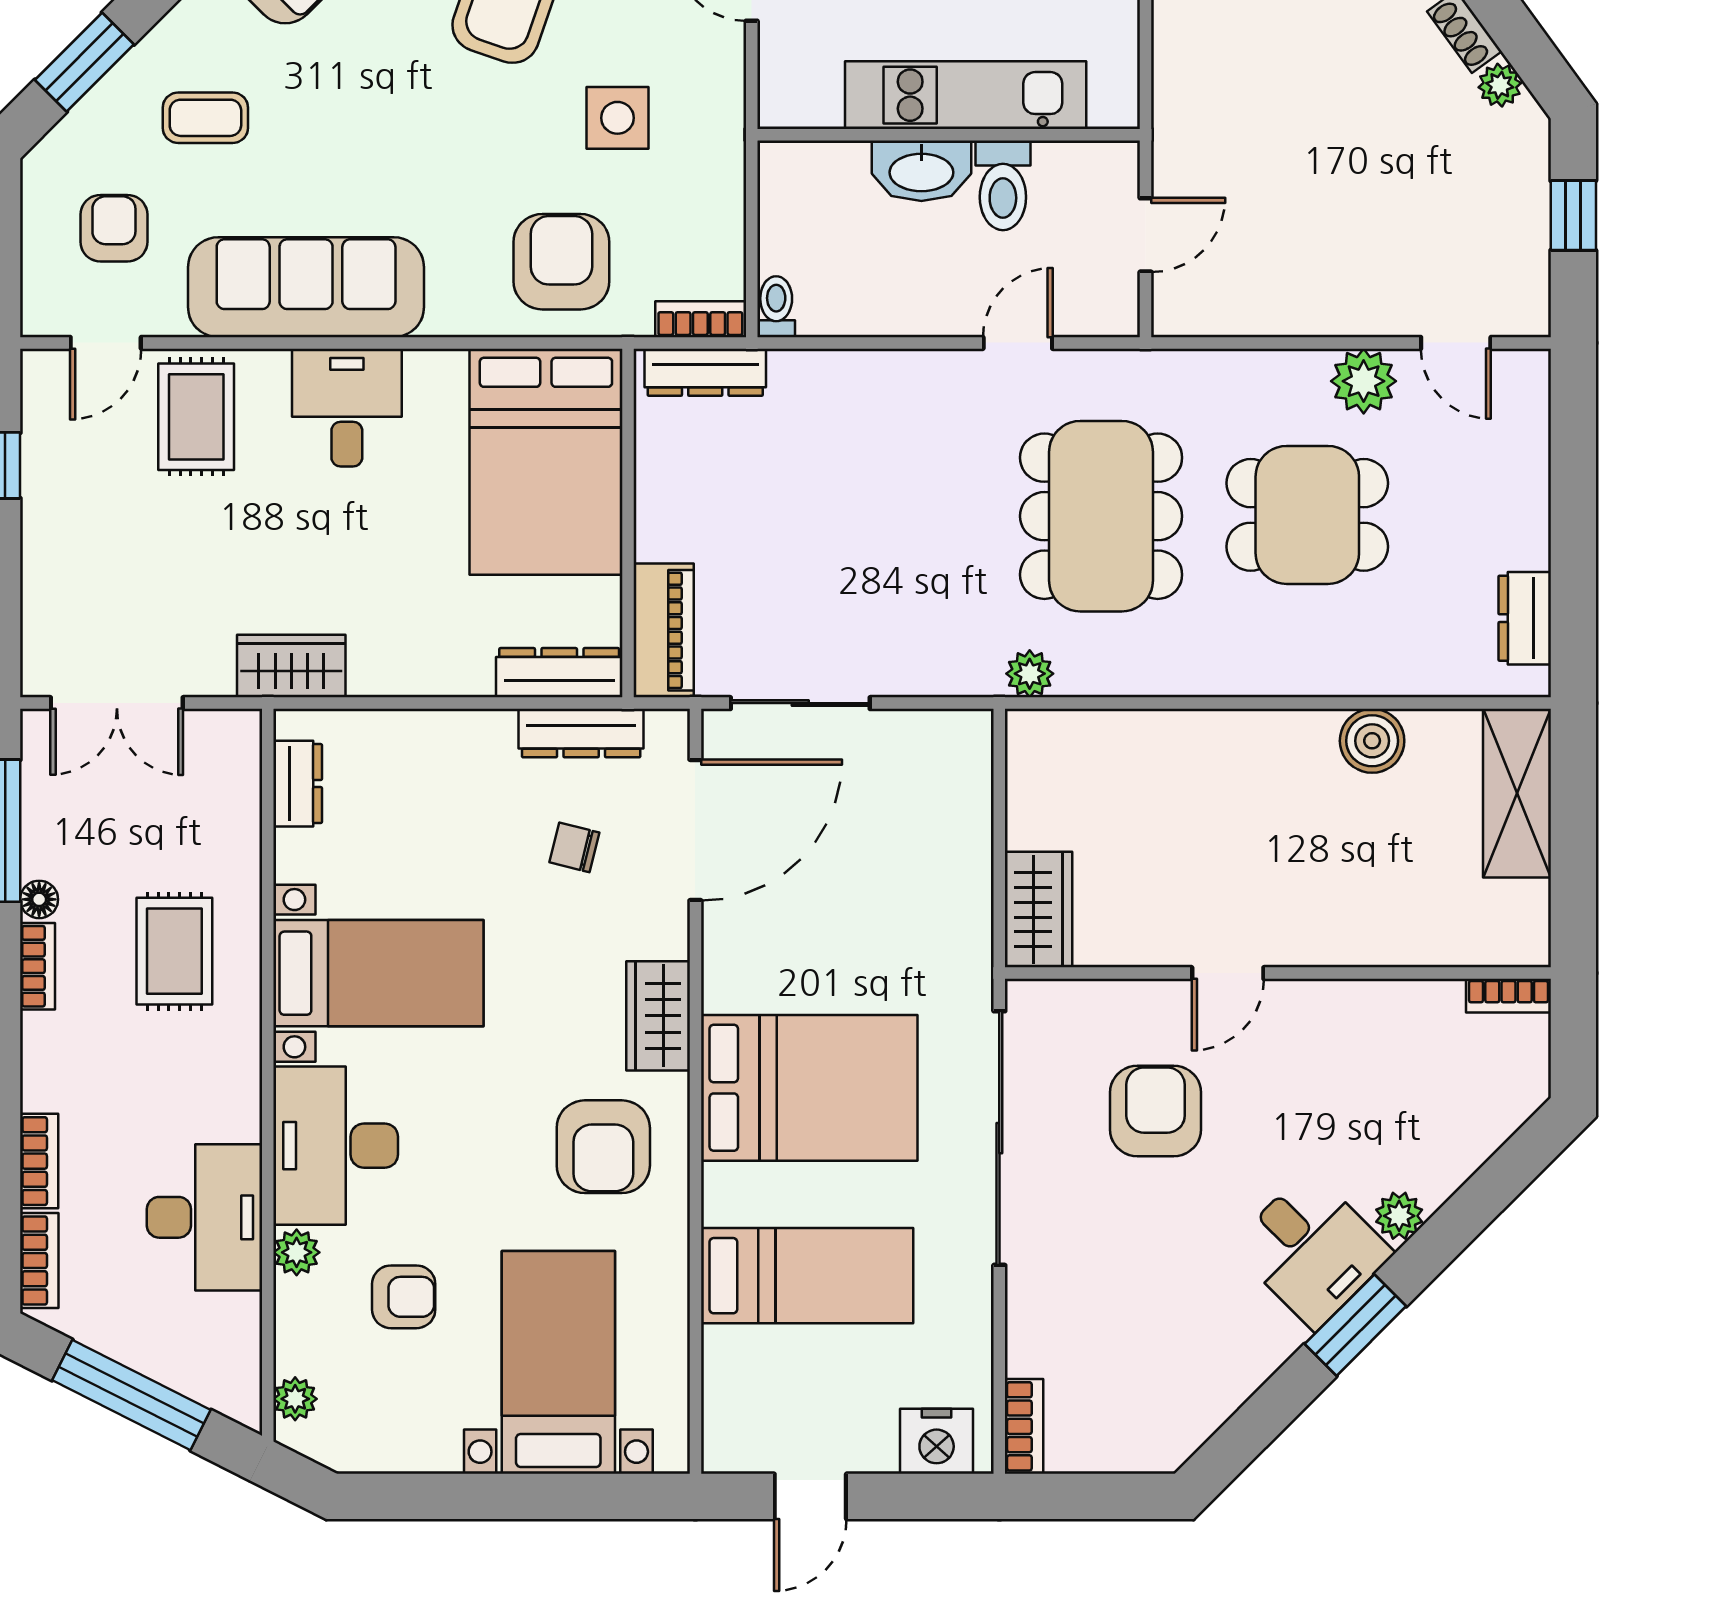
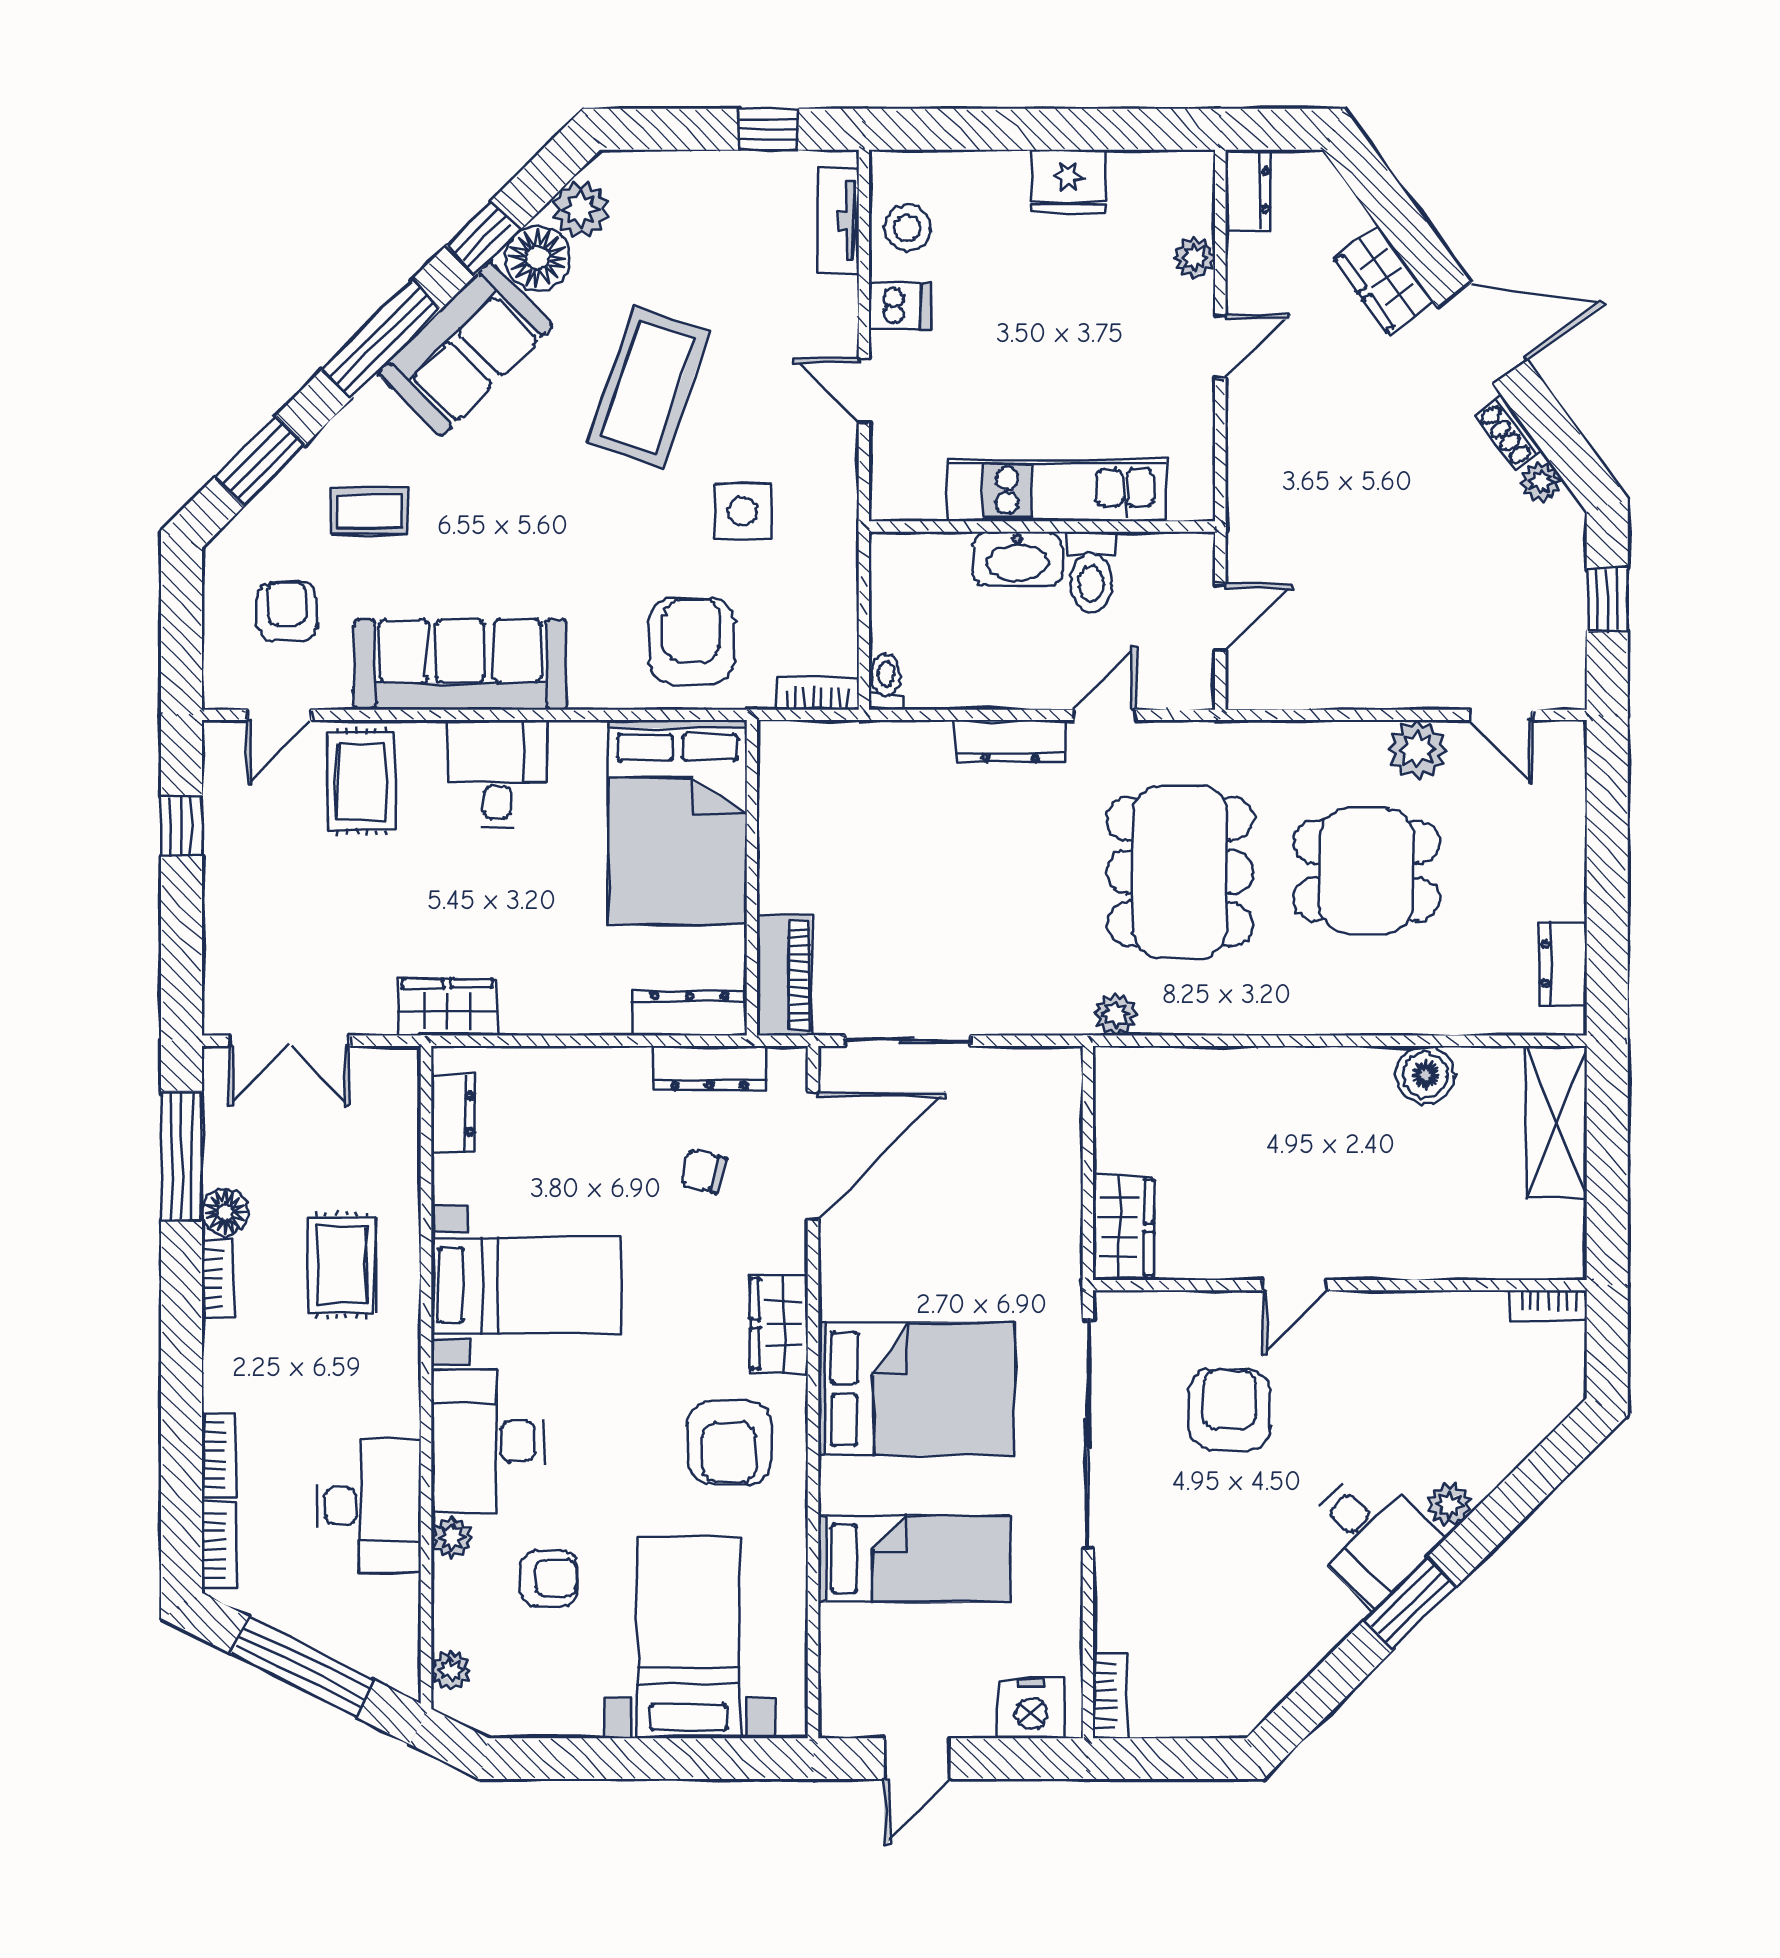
dresser: (705, 372) -> (1010, 741), moved
floor lamp: (39, 899) -> (225, 1212), width x1.37, depth x1.37

